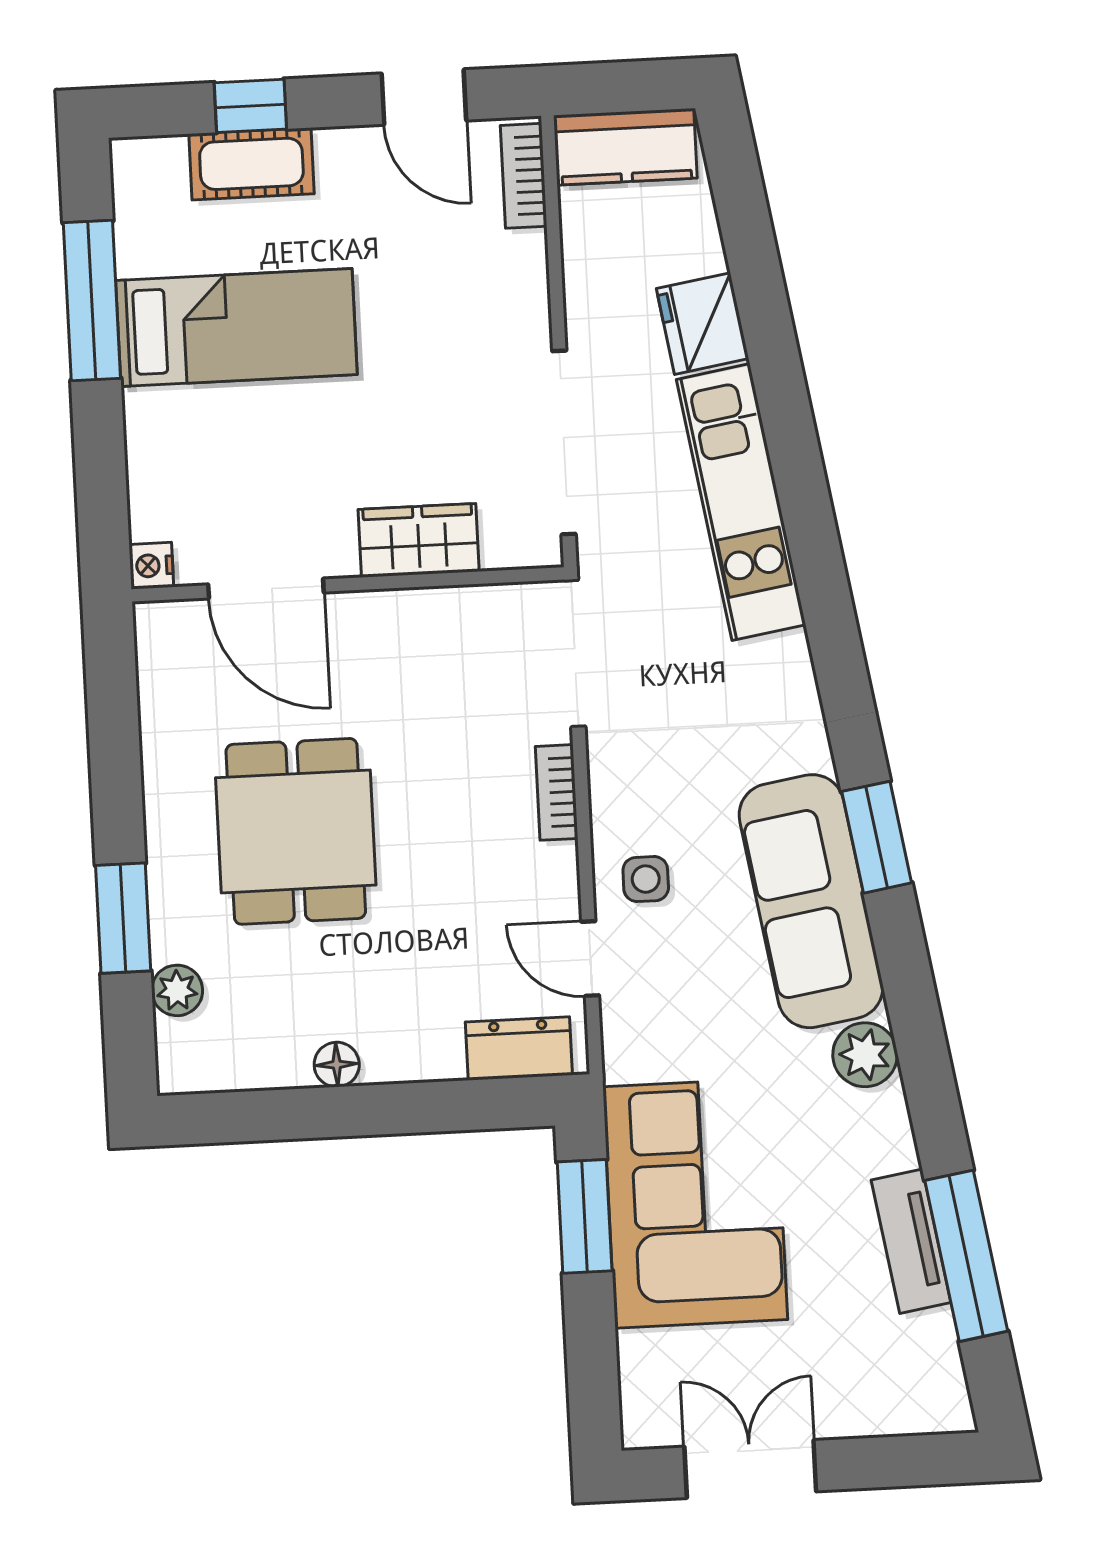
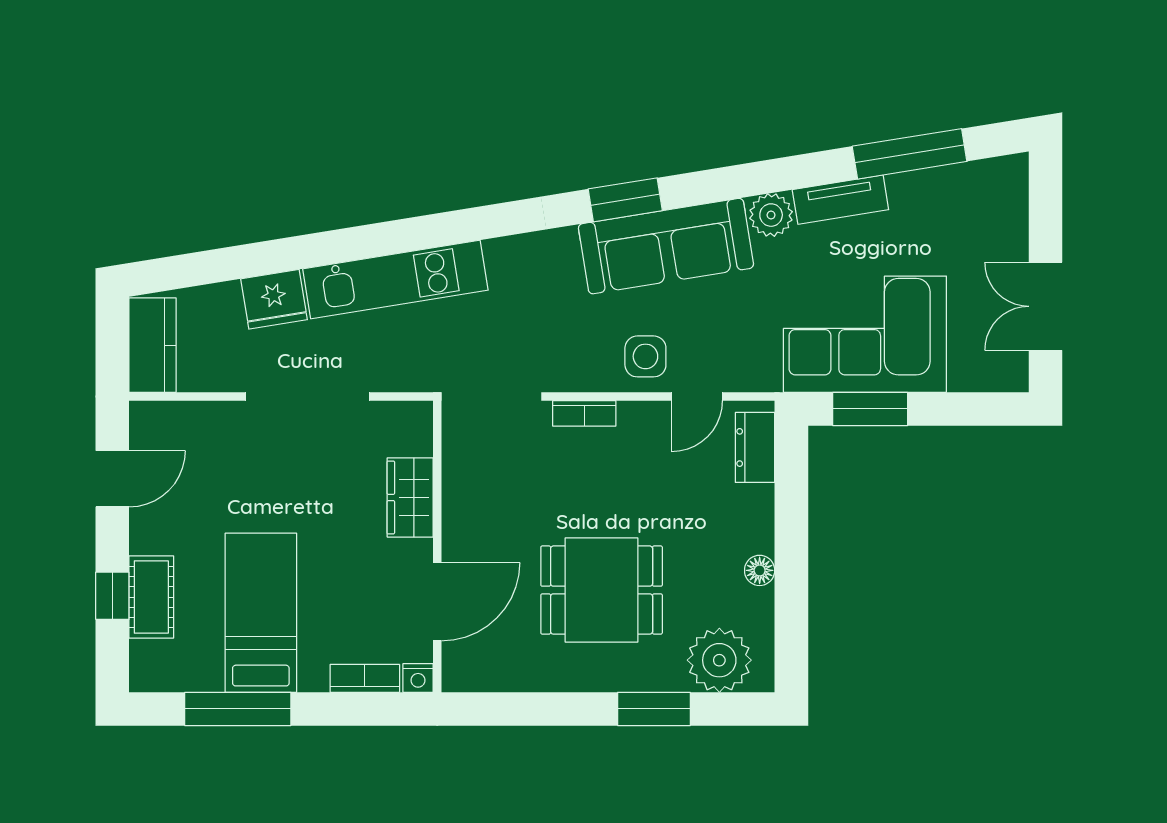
bookcase: (524, 176) -> (365, 678), moved, turned 180
doorway: (564, 442) -> (307, 396), moved
side table: (646, 879) -> (645, 356), width x1.37, depth x1.37
plant: (177, 990) -> (719, 660), width x1.88, depth x1.88
tv unit: (911, 1241) -> (840, 200), moved

